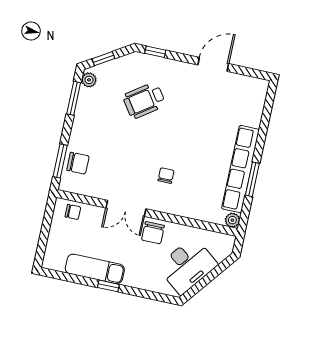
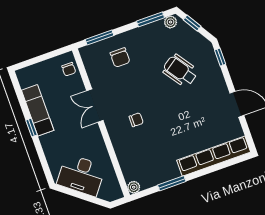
chair: (78, 163) -> (120, 57), moved
row of seats: (241, 169) -> (214, 156), moved
chair: (153, 233) -> (89, 136), removed

